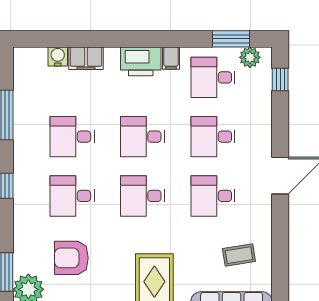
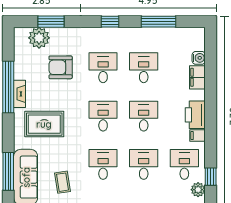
window: (231, 39) -> (211, 177), width x0.67
armchair: (71, 258) -> (61, 67), turned -90

